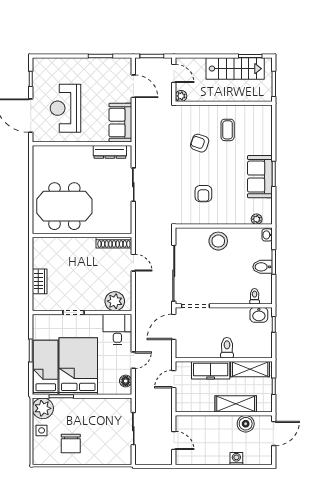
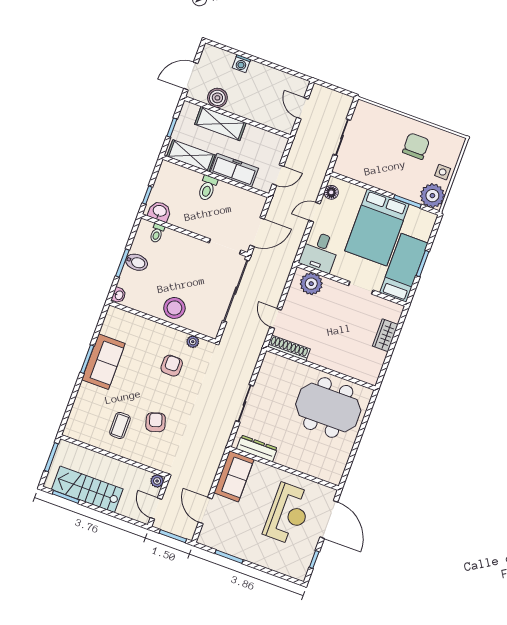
armchair: (200, 143) -> (156, 422), turned -126
plant: (257, 219) -> (193, 342), moved
bed: (46, 367) -> (404, 268), moved, turned 180

